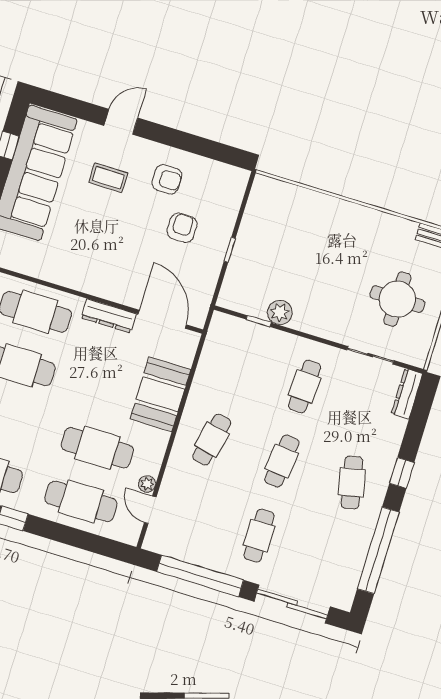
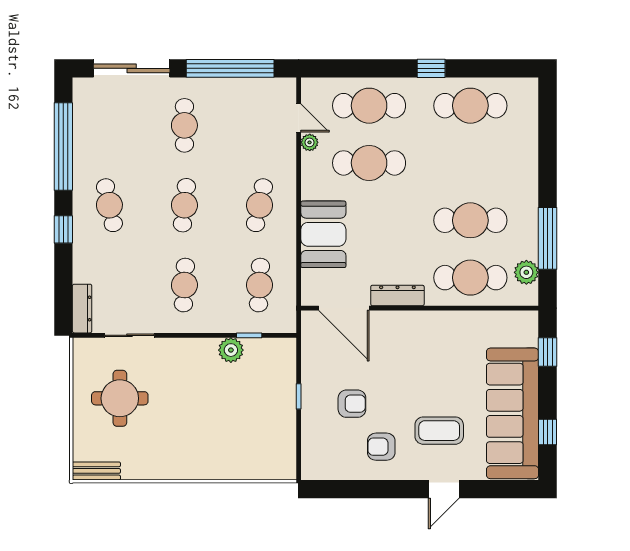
coffee table: (108, 178) -> (439, 431), width x1.36, depth x1.30
armchair: (182, 228) -> (352, 404), turned -90
cafe table: (235, 365) -> (259, 285), added

